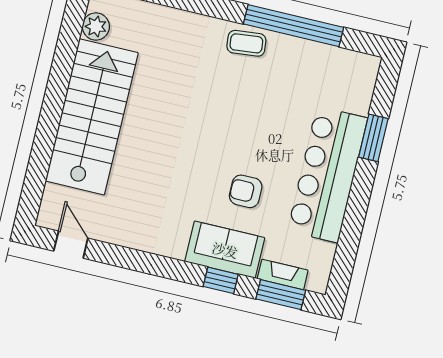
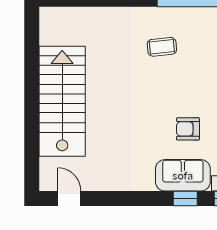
plant: (96, 26) -> (49, 34), removed
coffee table: (246, 43) -> (162, 47), moved

